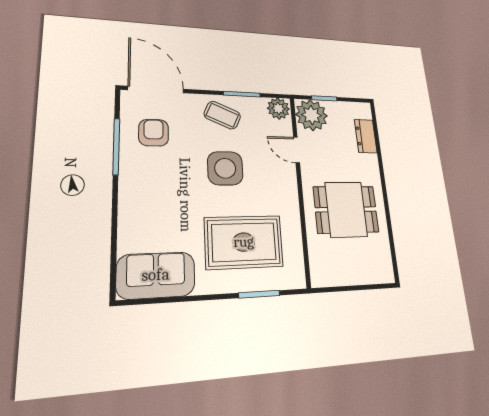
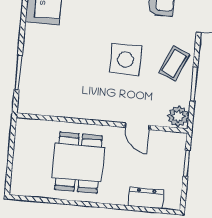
plant: (312, 115) -> (170, 147), removed
door: (297, 150) -> (137, 126), swing flipped
rug: (244, 242) -> (61, 66), removed

